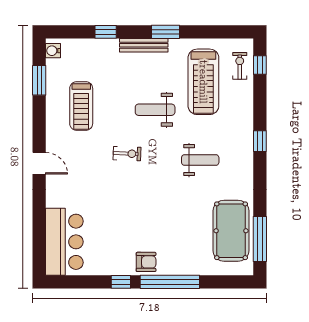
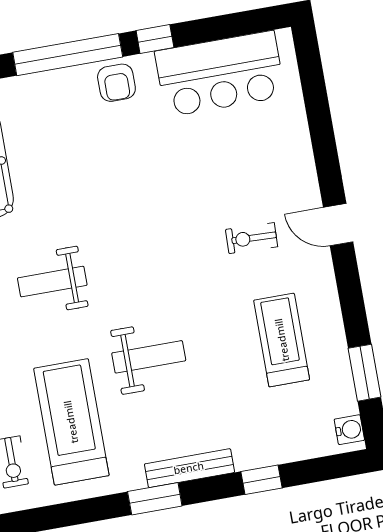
exercise bike: (127, 154) -> (252, 238), moved
bar counter: (64, 242) -> (220, 74), moved, turned -90
armchair: (146, 262) -> (116, 83), turned -90

